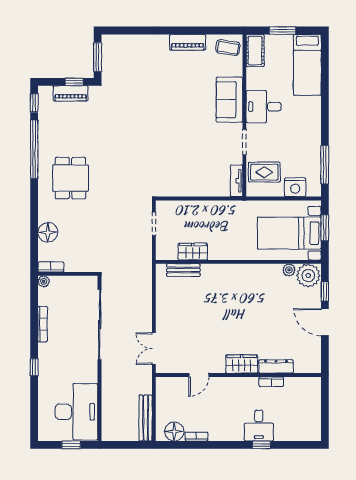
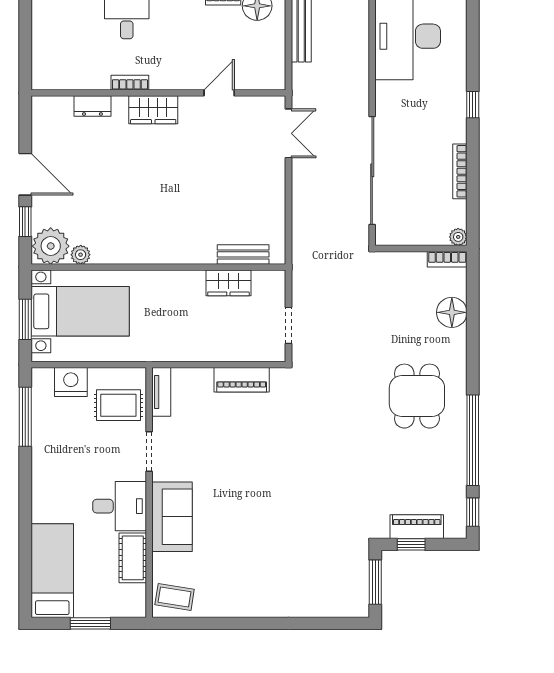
piano: (188, 42) -> (242, 380), moved, turned 180
cot: (255, 51) -> (133, 558), moved
dresser: (276, 366) -> (92, 106), width x0.70
bookcase: (271, 382) -> (130, 83), moved

